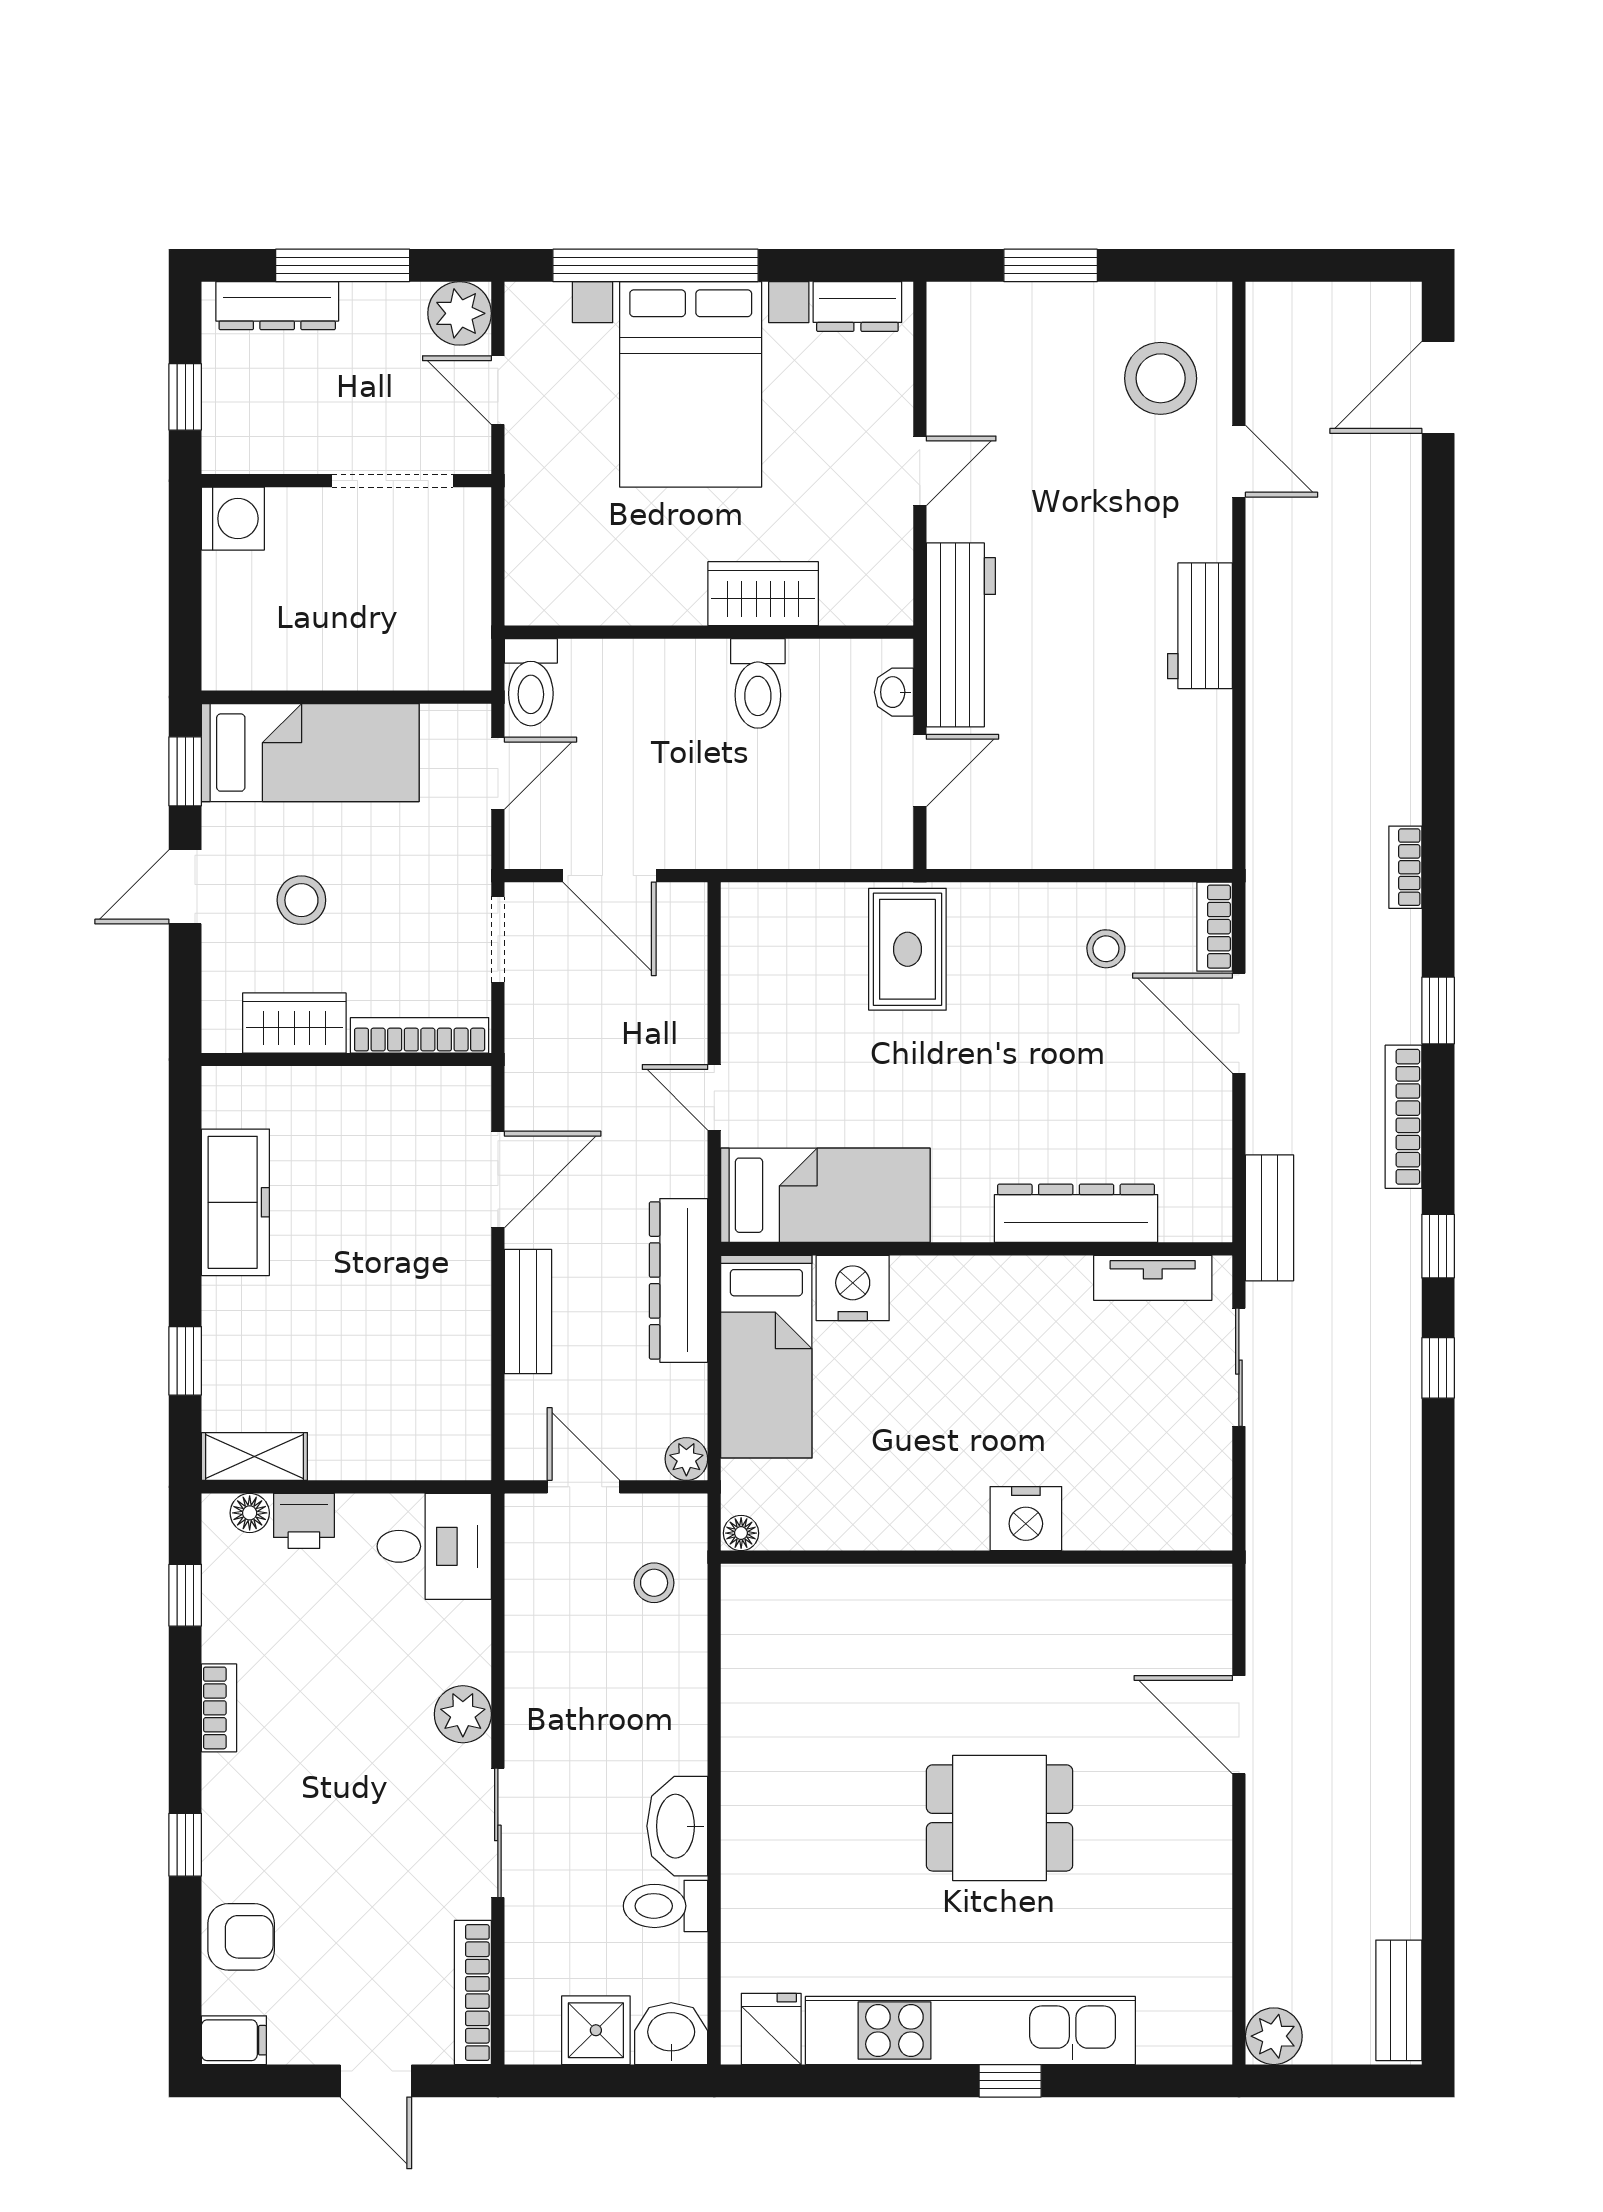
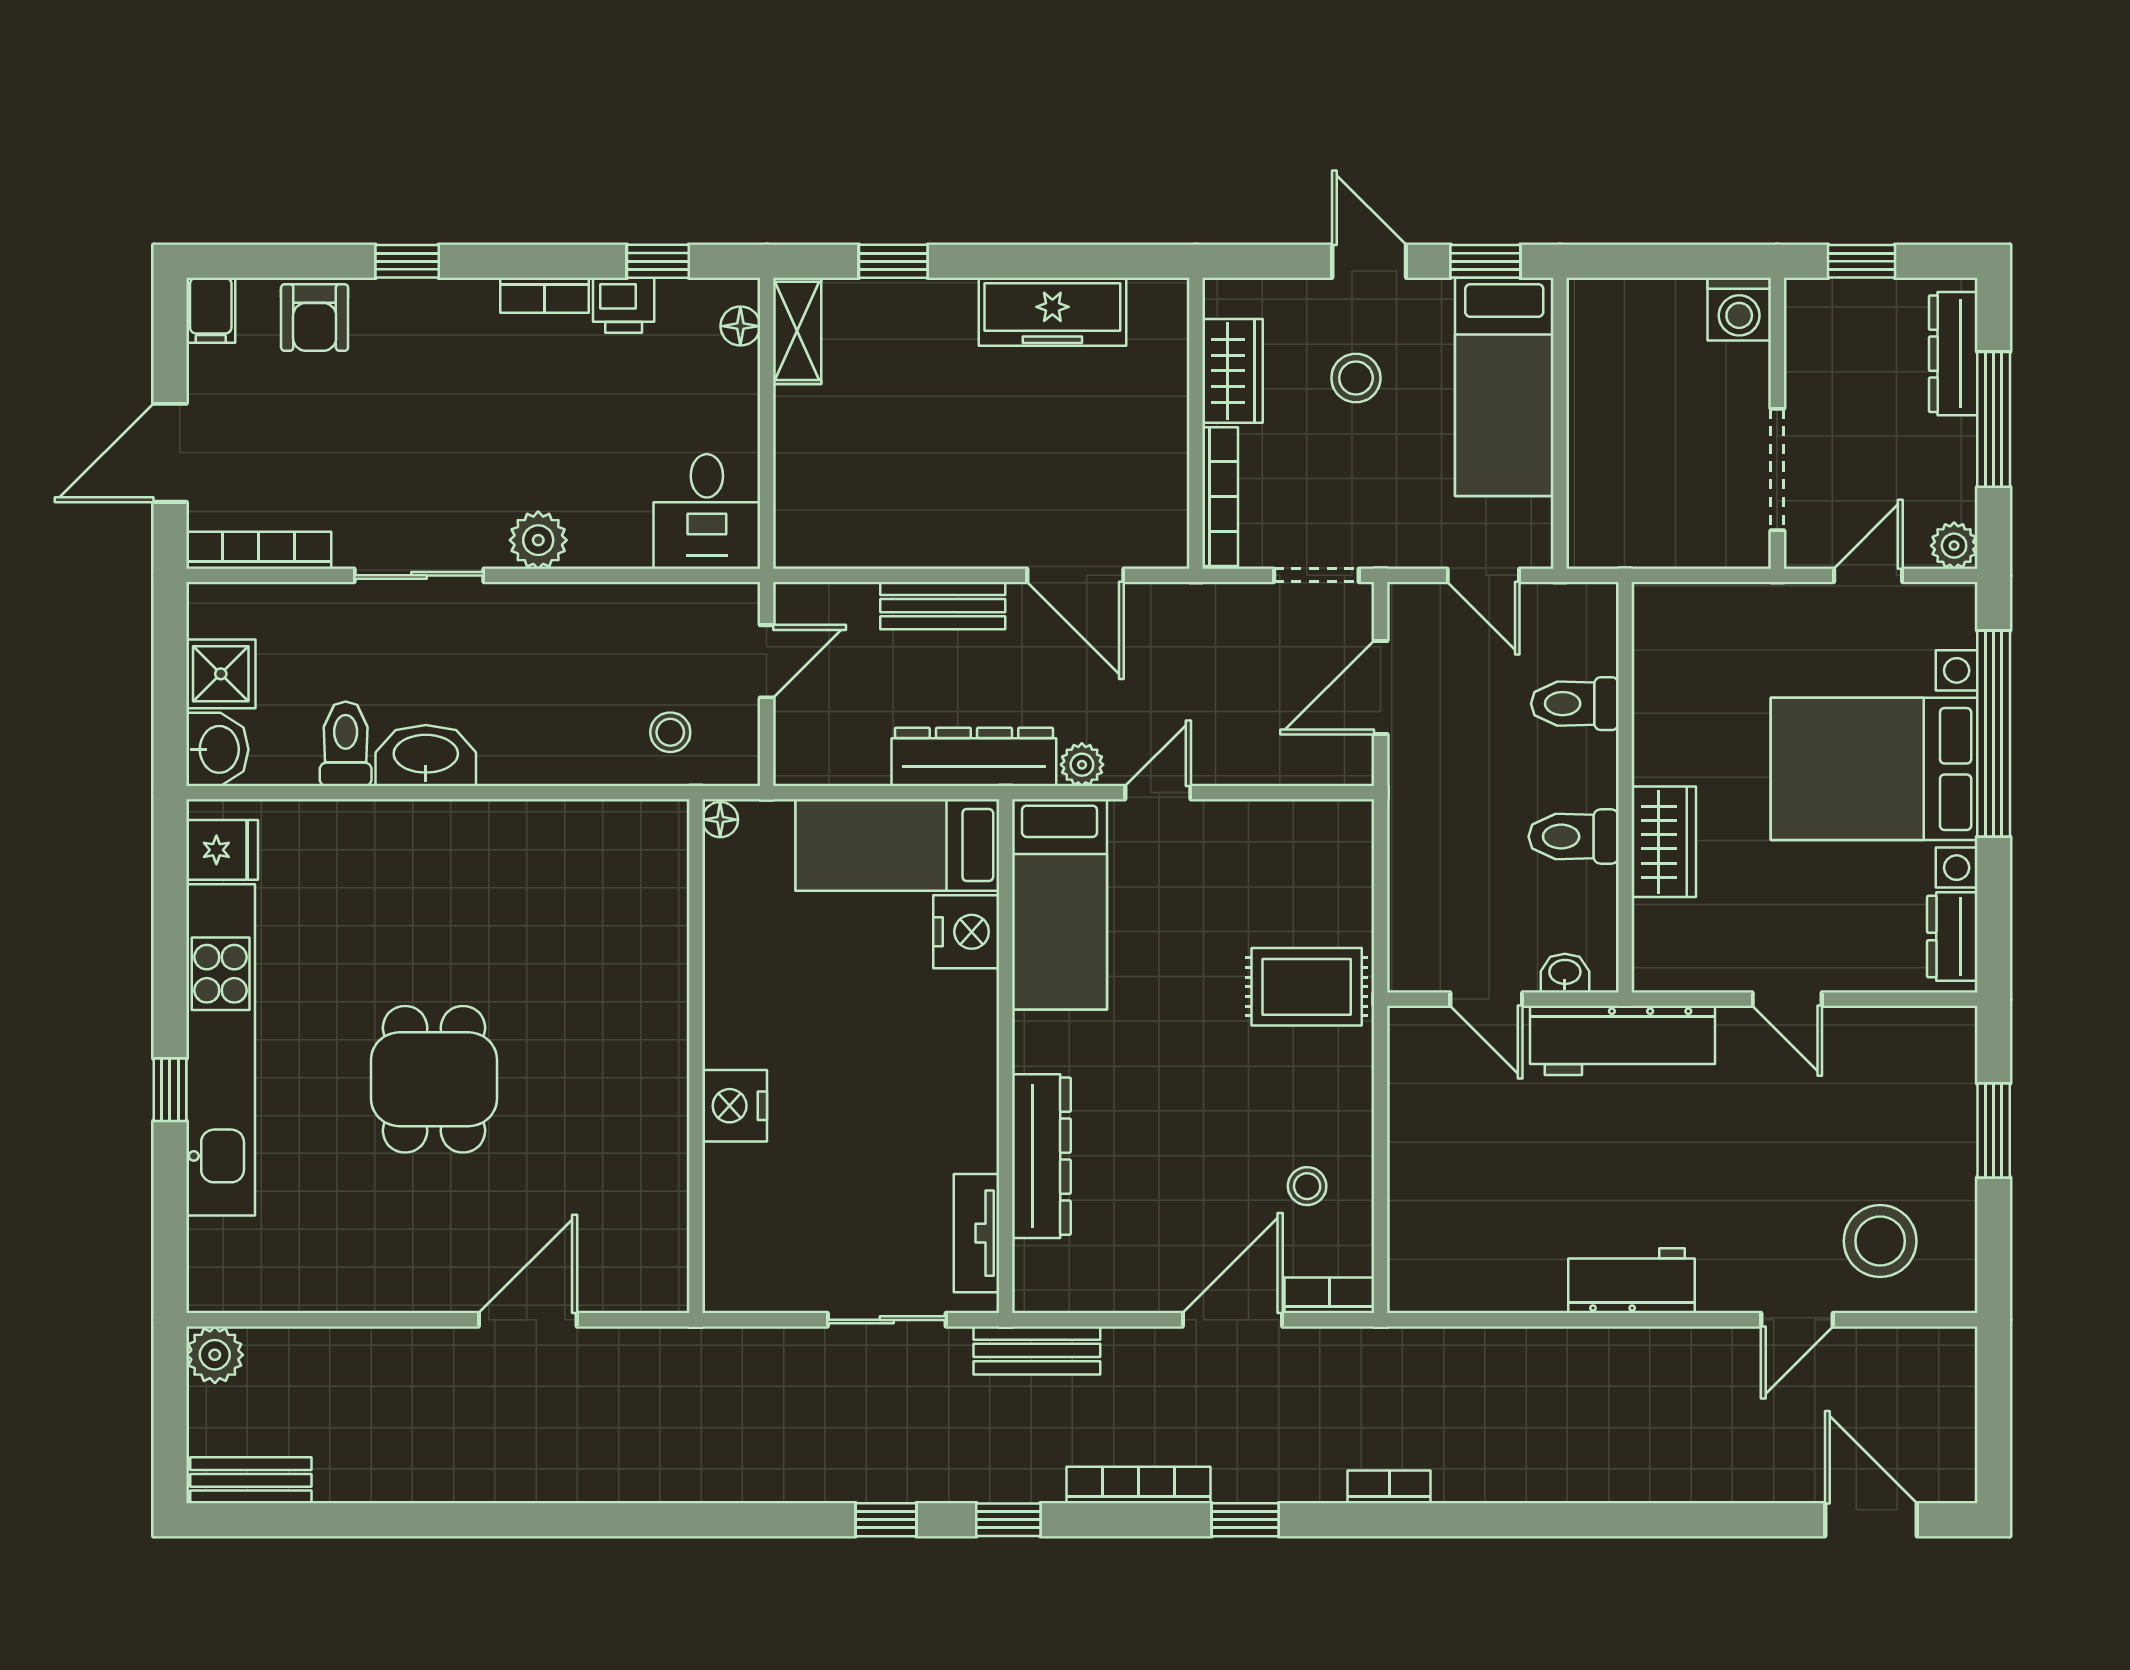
plant: (460, 313) -> (1954, 546), width x0.73, depth x0.73
toilet: (531, 682) -> (1575, 704), moved
plant: (686, 1459) -> (1082, 765), moved
printer: (304, 1521) -> (624, 305), moved, turned -90
door: (376, 2081) -> (170, 453), width x1.38

